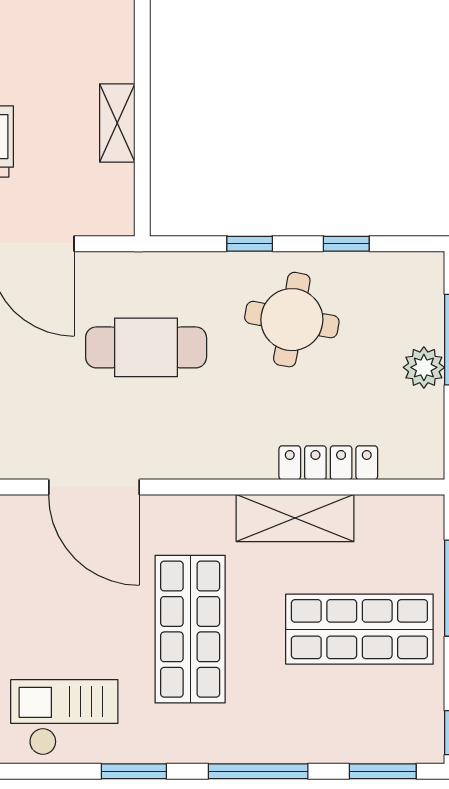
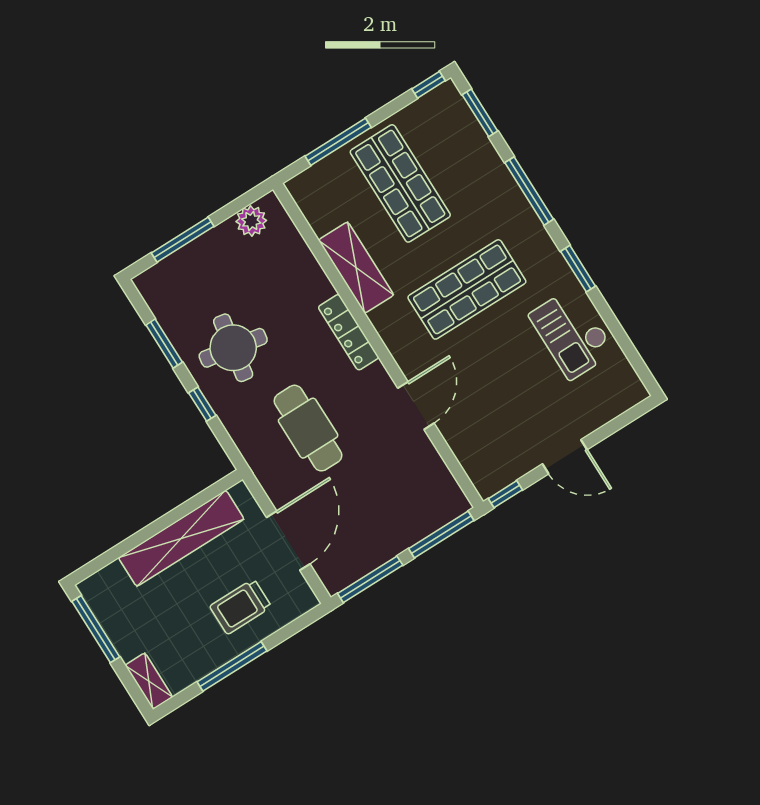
shelving: (117, 123) -> (181, 538), width x2.20, depth x1.33
window: (346, 244) -> (164, 344), width x1.50
plant: (424, 367) -> (251, 221), moved
locker: (328, 463) -> (348, 332), moved
door: (94, 487) -> (416, 406), width x0.73

